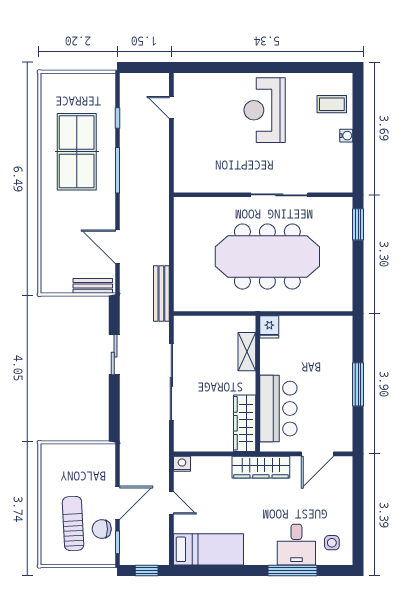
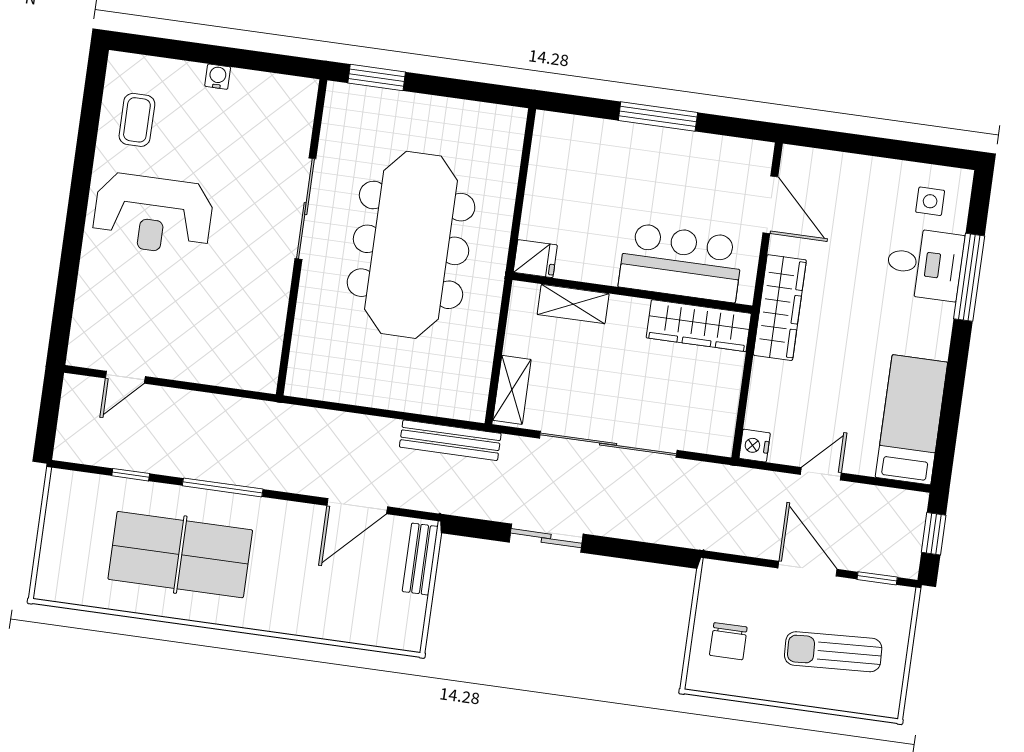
coffee table: (332, 104) -> (137, 120), moved
shelving: (194, 324) -> (512, 390), added
chair: (102, 529) -> (728, 641), moved

